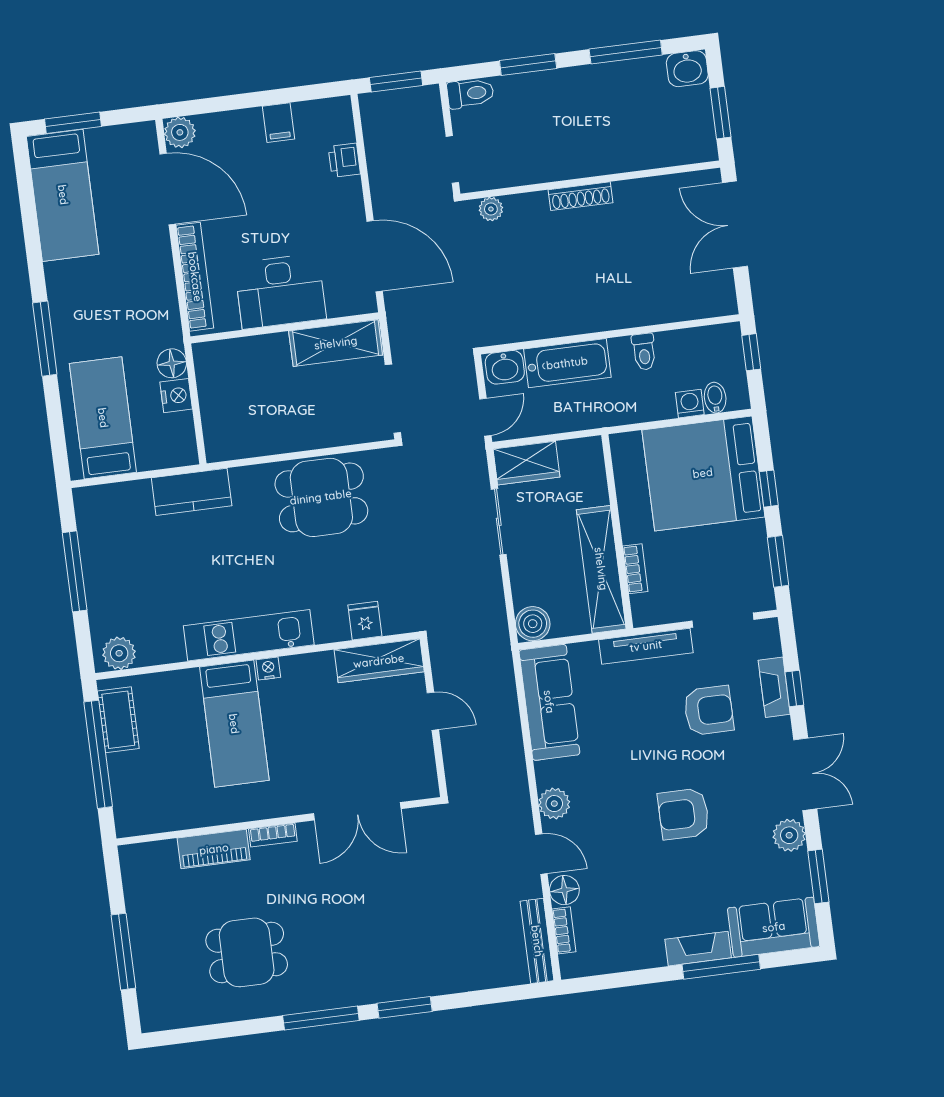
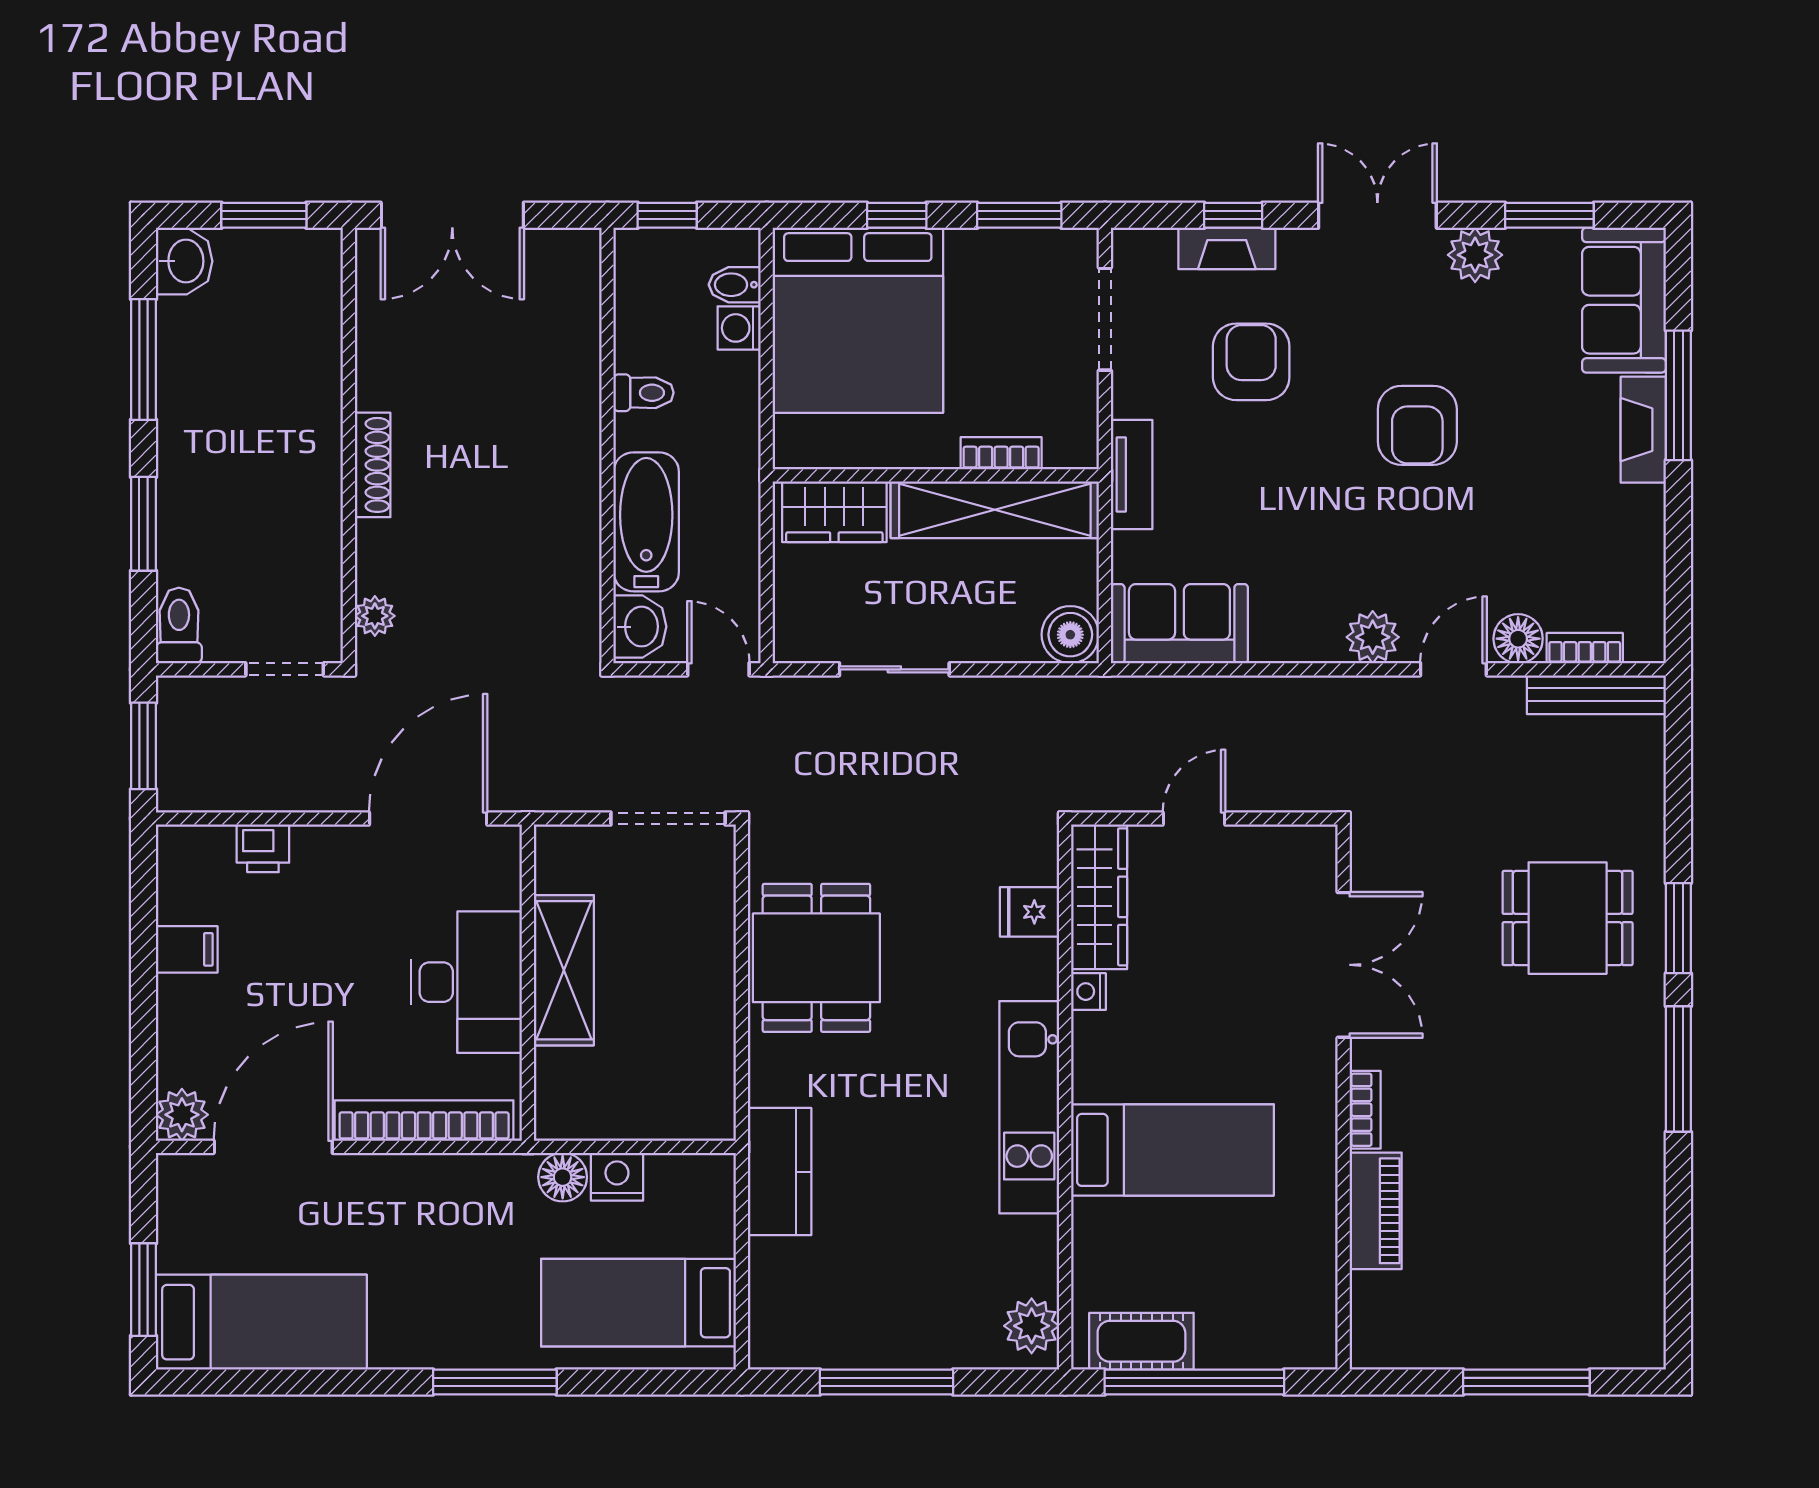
shelving: (336, 343) -> (564, 970), moved
wardrobe: (526, 463) -> (834, 512), moved, turned 90
tv unit: (646, 646) -> (1132, 474), width x0.71
nightstand: (268, 669) -> (1088, 992), moved
sofa: (549, 702) -> (1179, 624), width x0.73
dining table: (247, 952) -> (1568, 918), moved, turned 90

